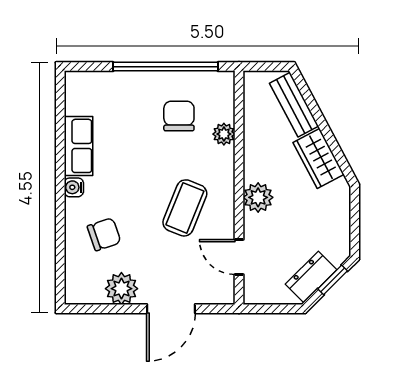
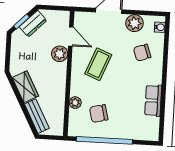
chair: (179, 116) -> (99, 114), turned 76
water cooler: (74, 187) -> (160, 27), moved
plant: (258, 197) -> (60, 54), moved

